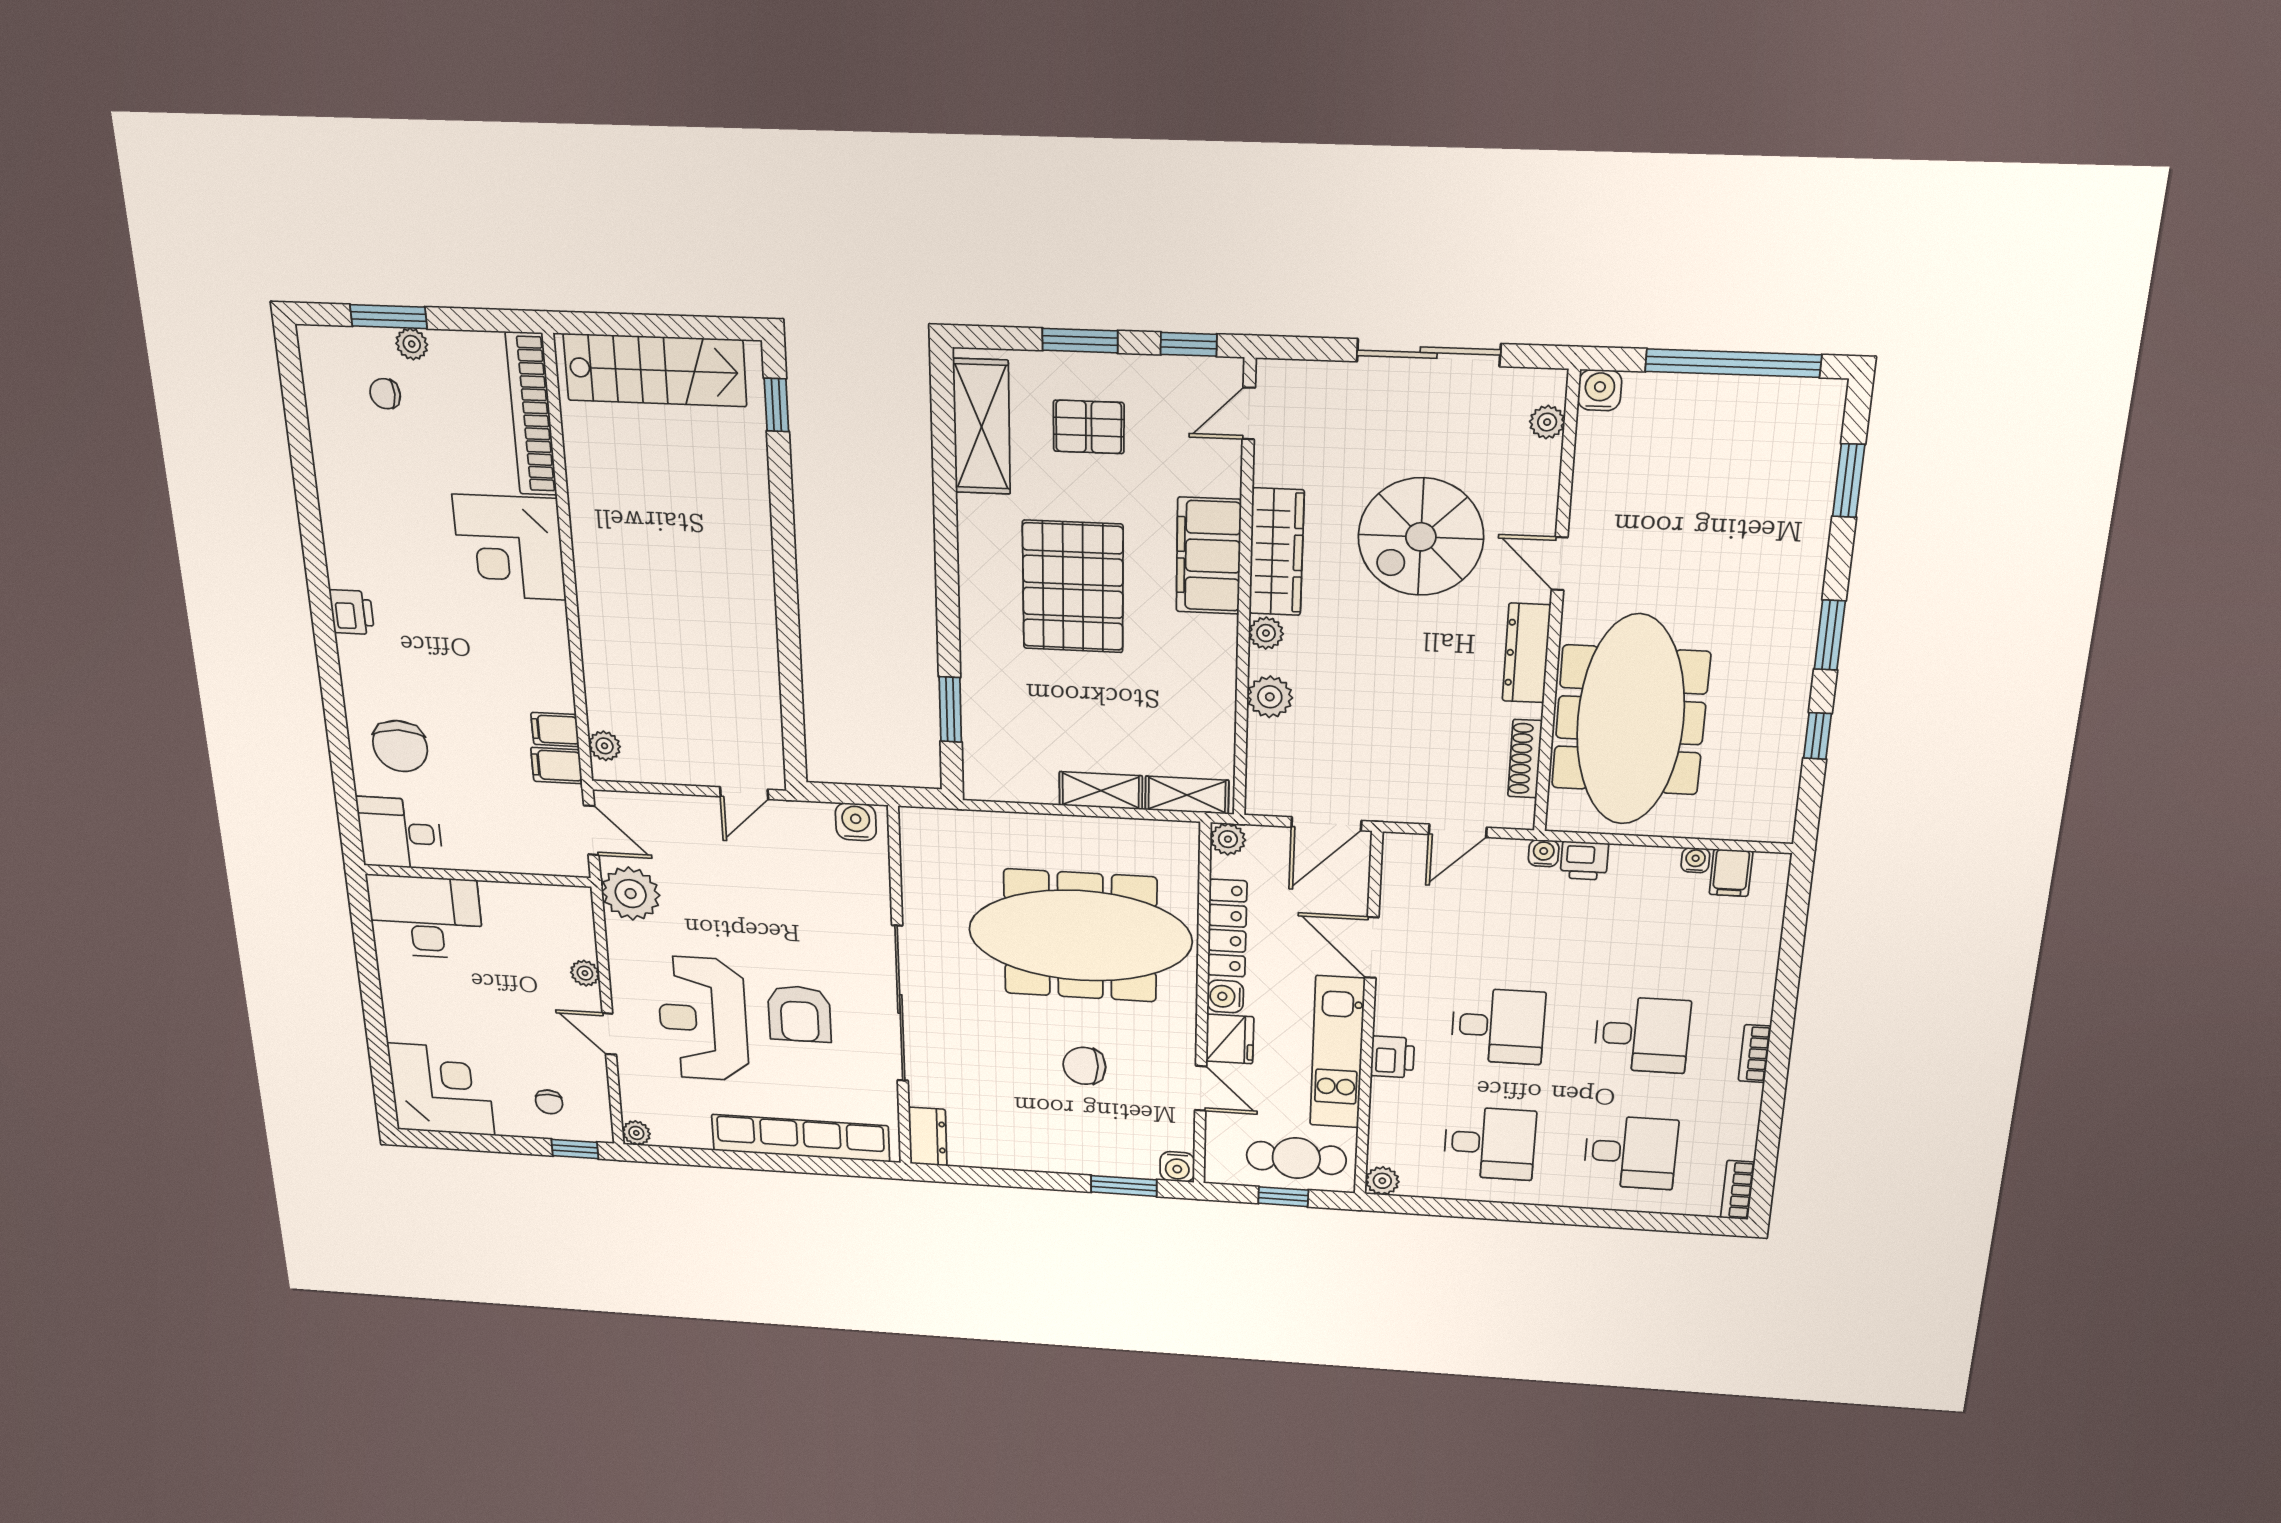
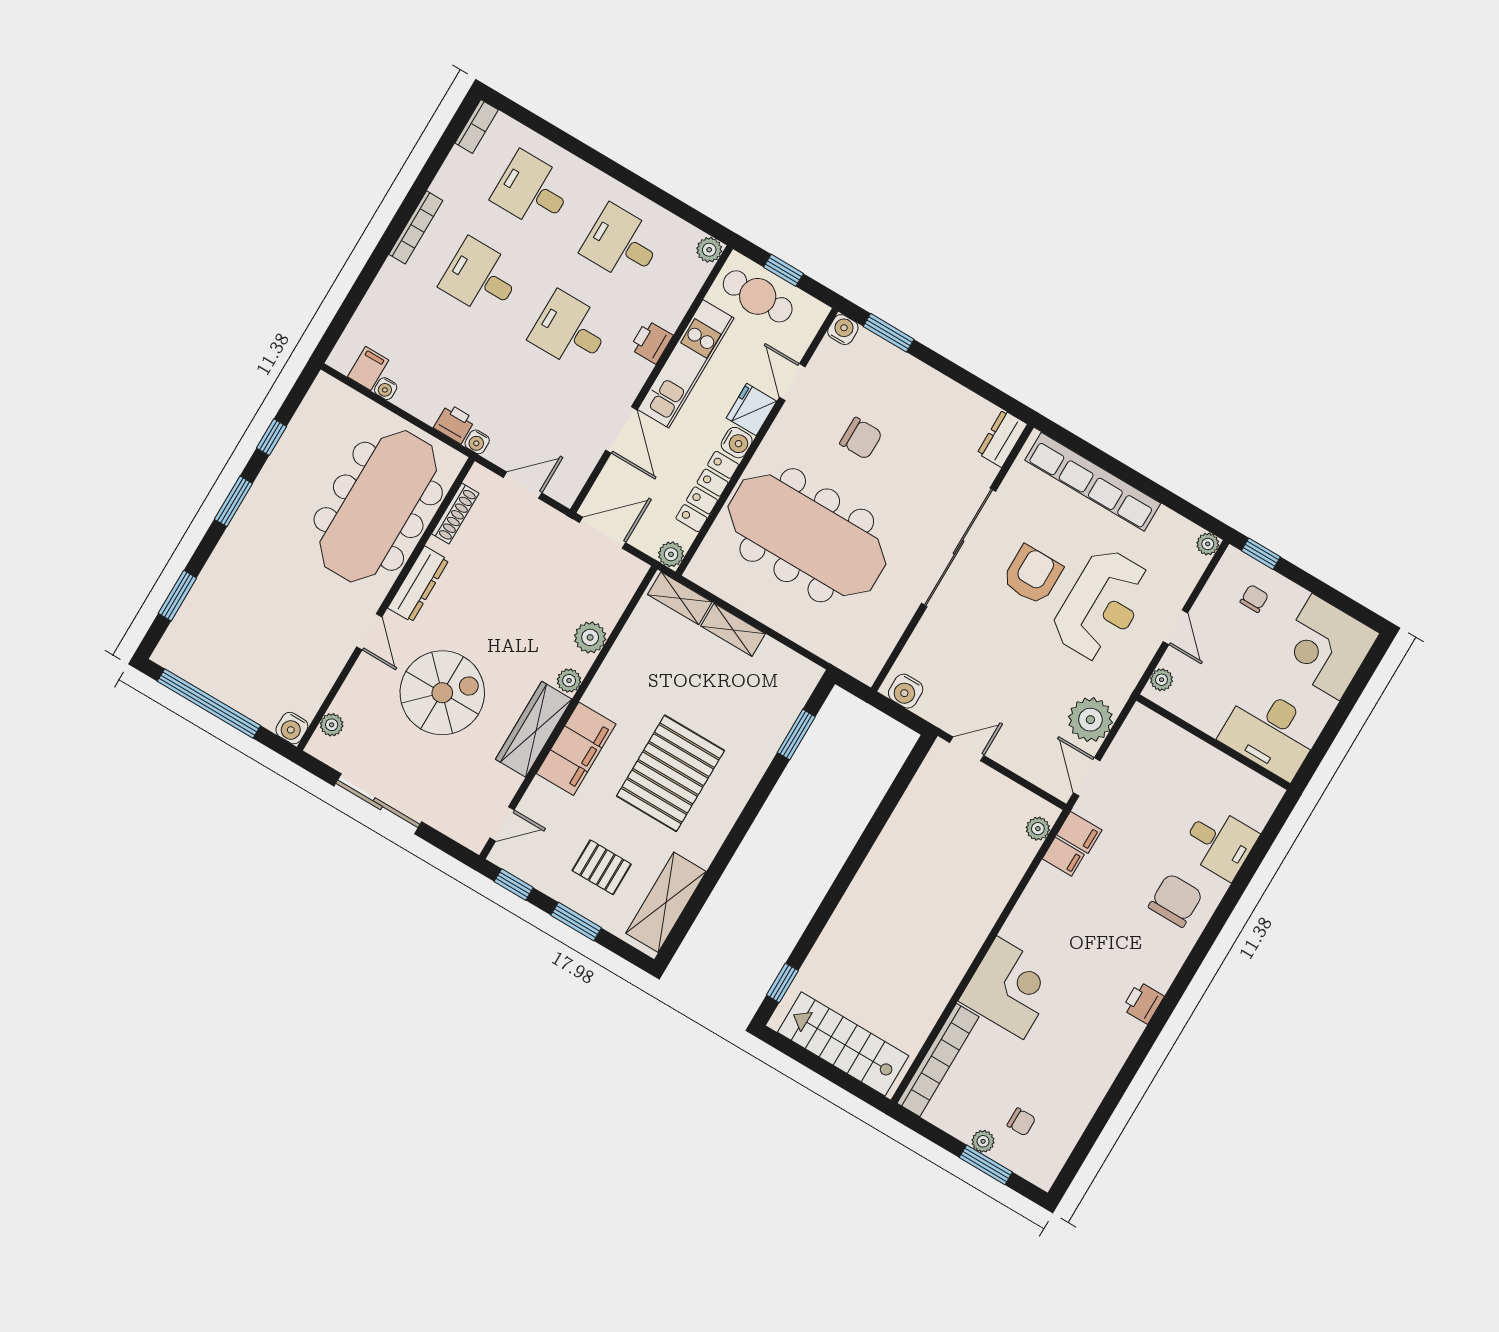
wall: (477, 876) -> (1213, 742), moved
desk: (425, 917) -> (1271, 732), moved
bookcase: (1755, 1054) -> (416, 227), width x1.56

